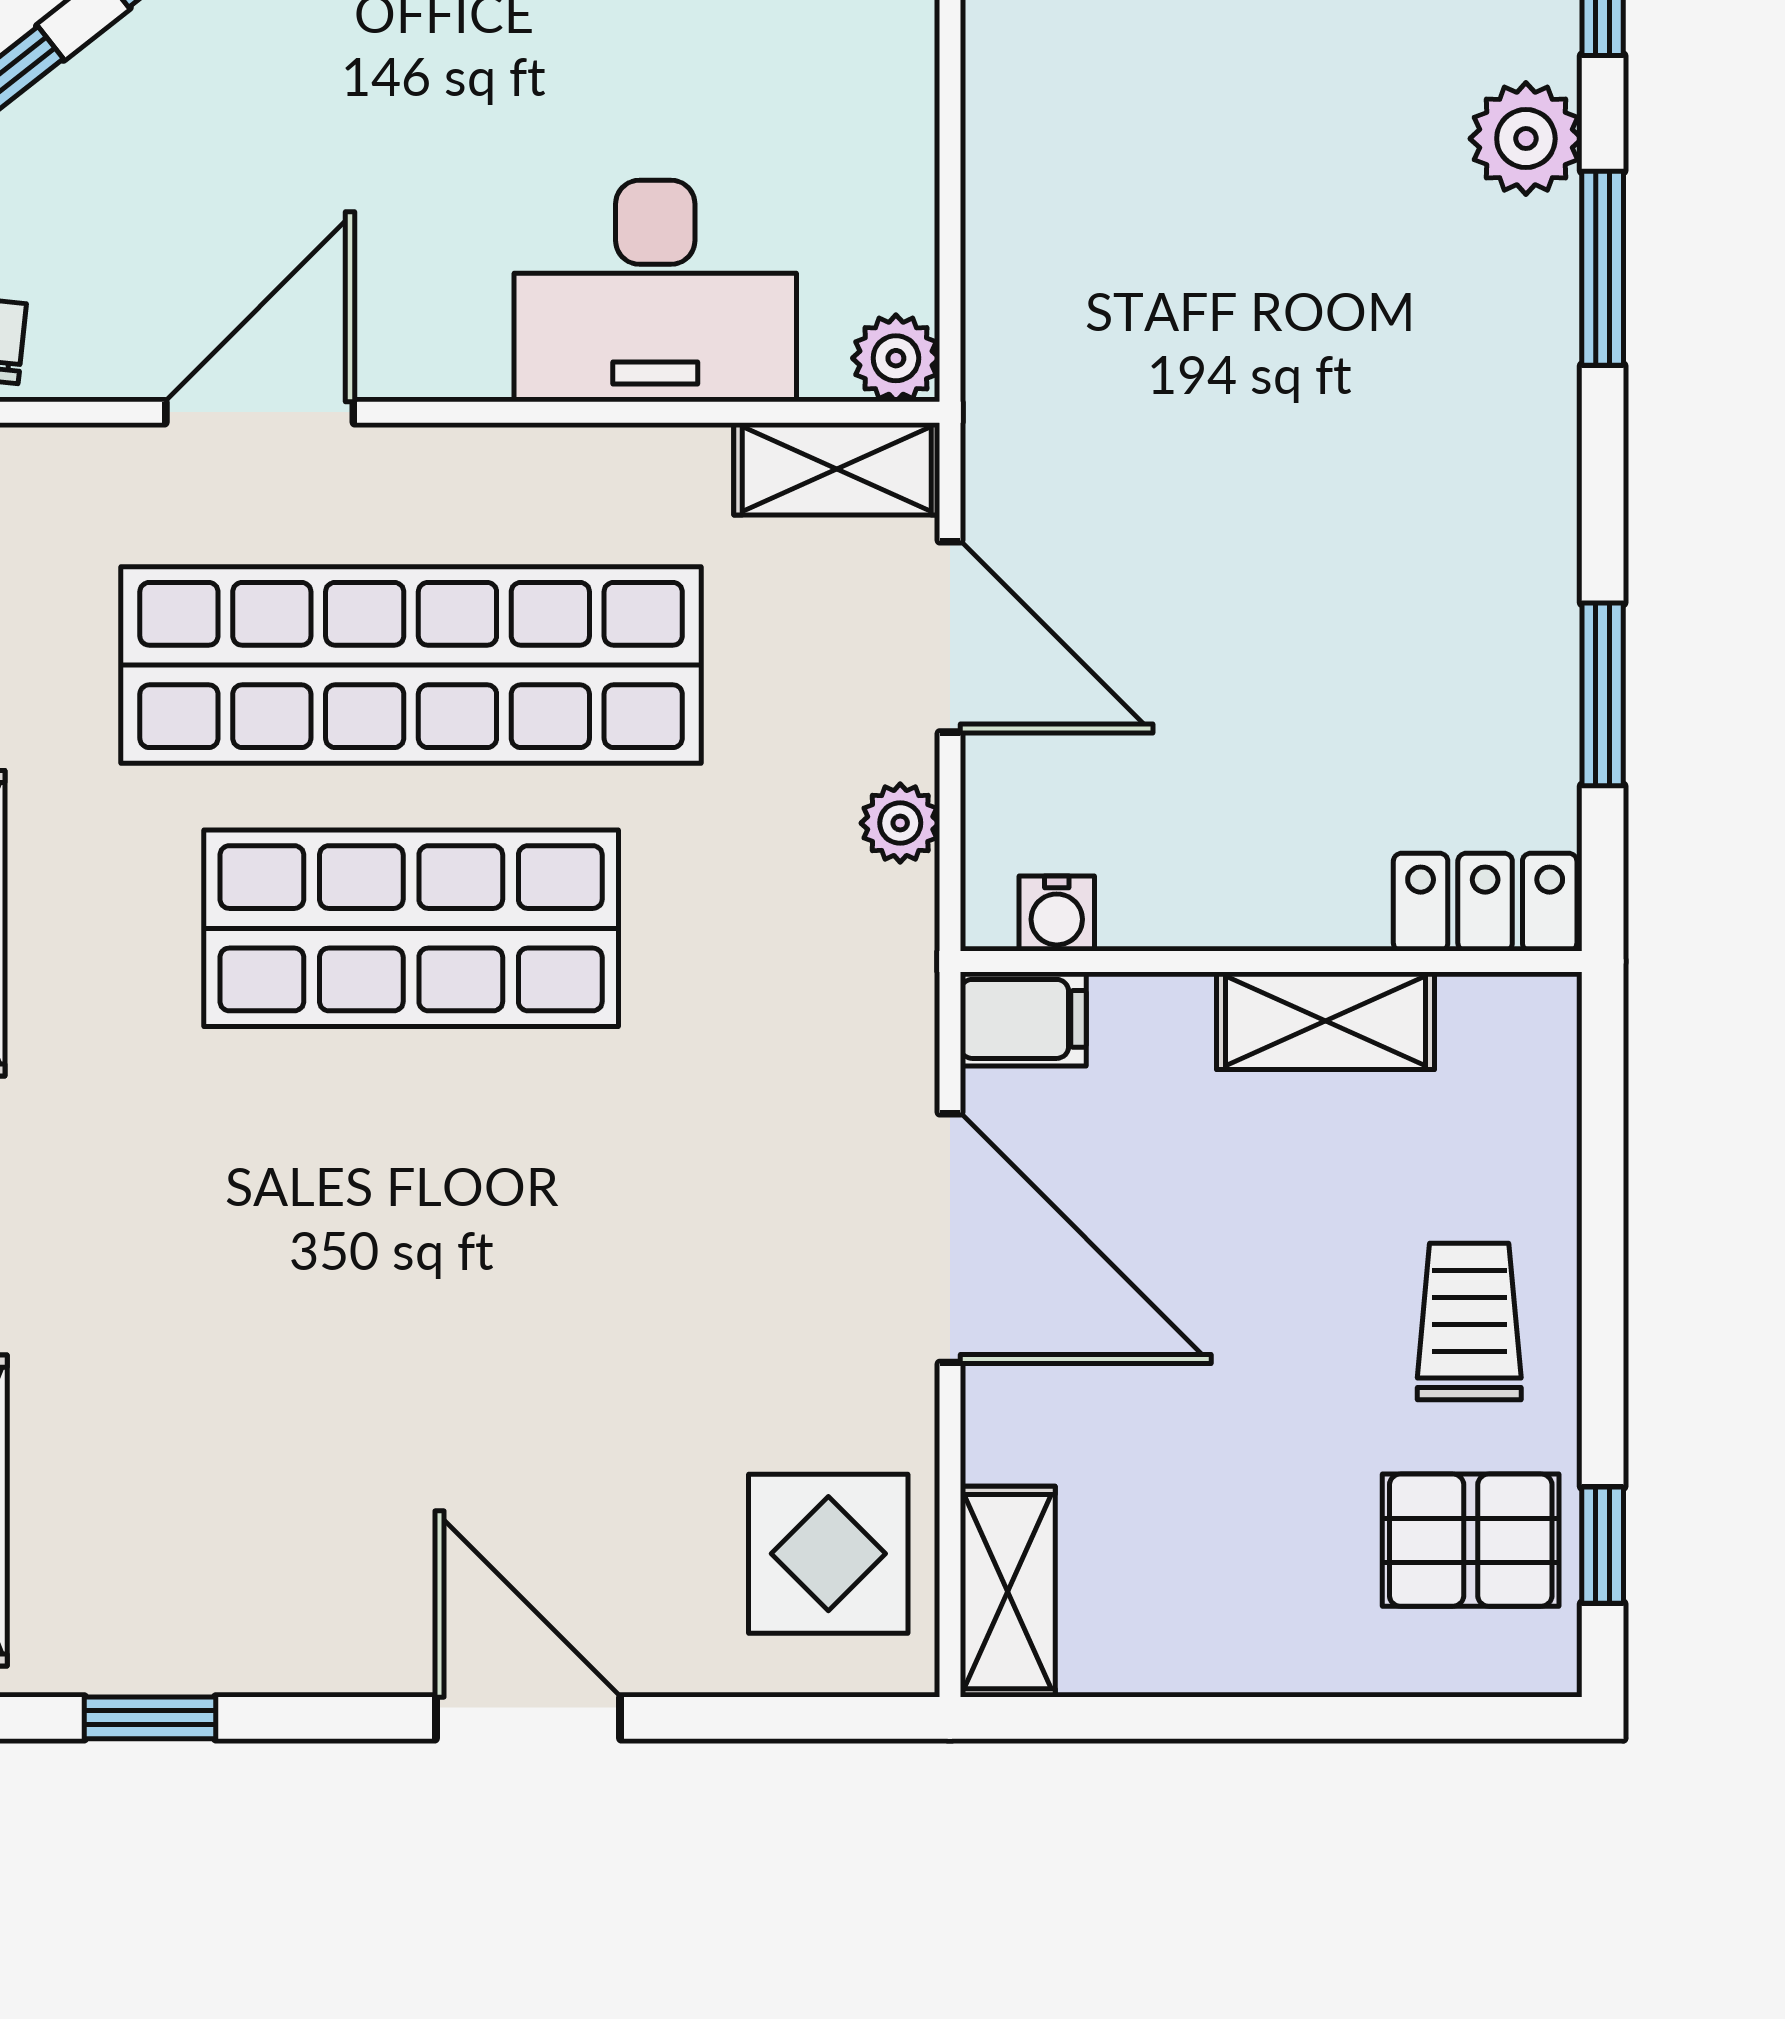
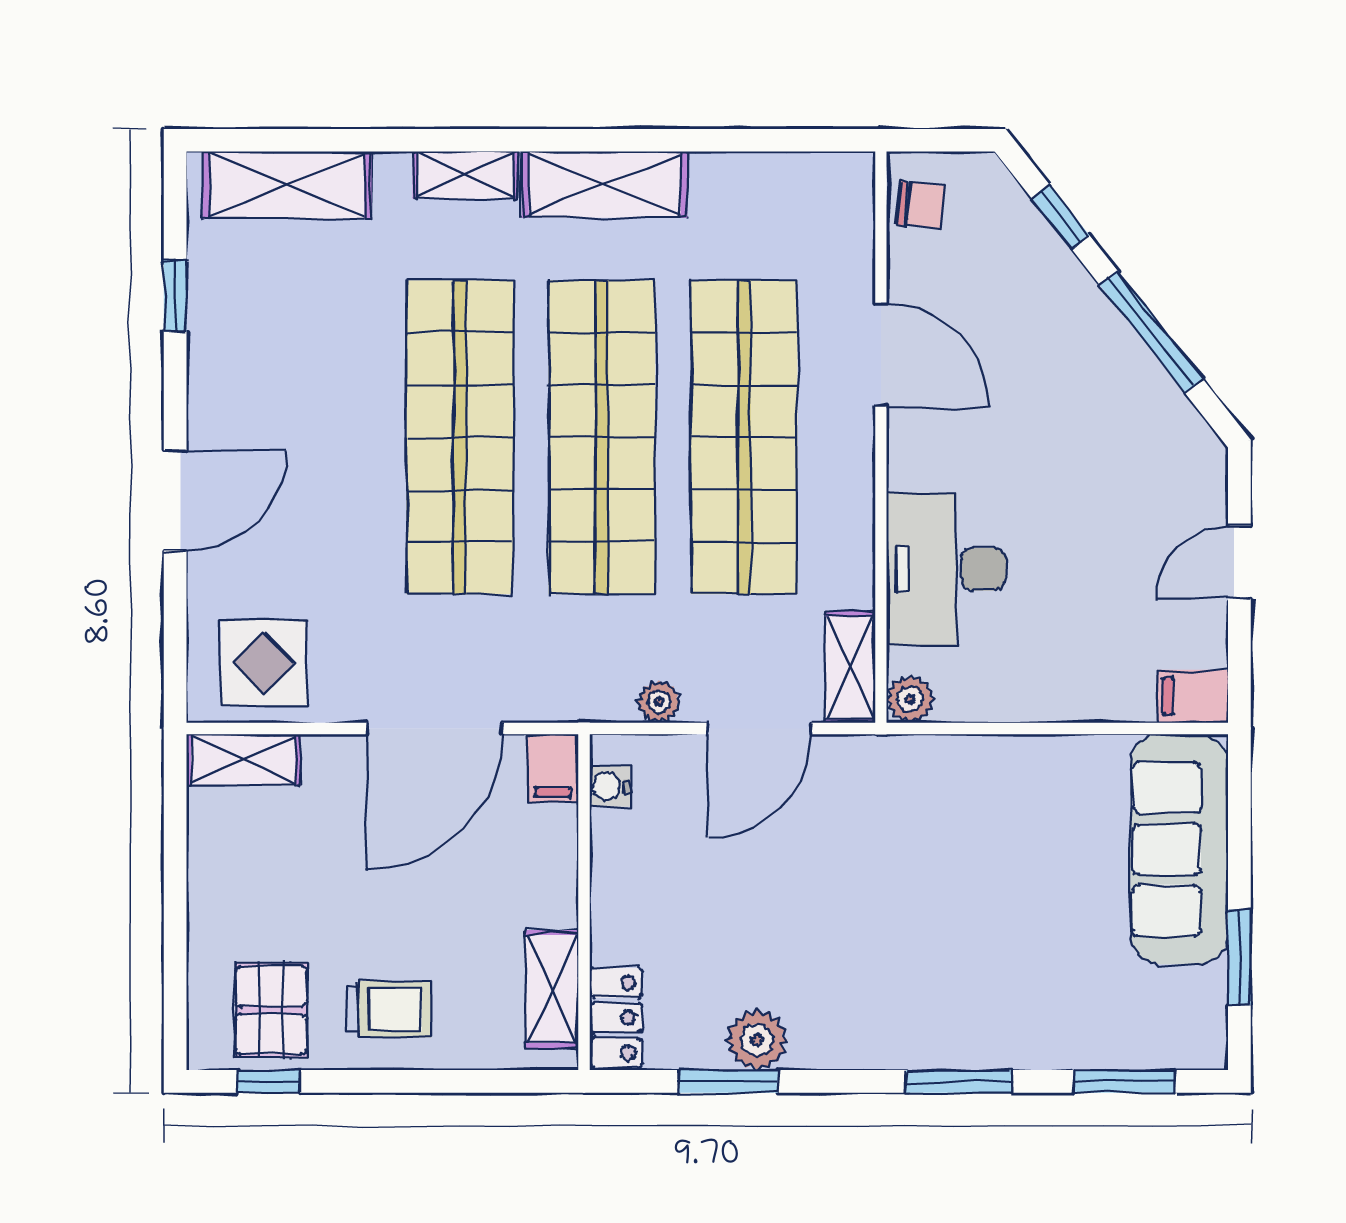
plant: (1526, 139) -> (757, 1040), moved
shop shelf: (411, 928) -> (602, 437), width x1.40
shelving: (1326, 1021) -> (552, 989), moved
shop shelf: (411, 1191) -> (460, 437), added

